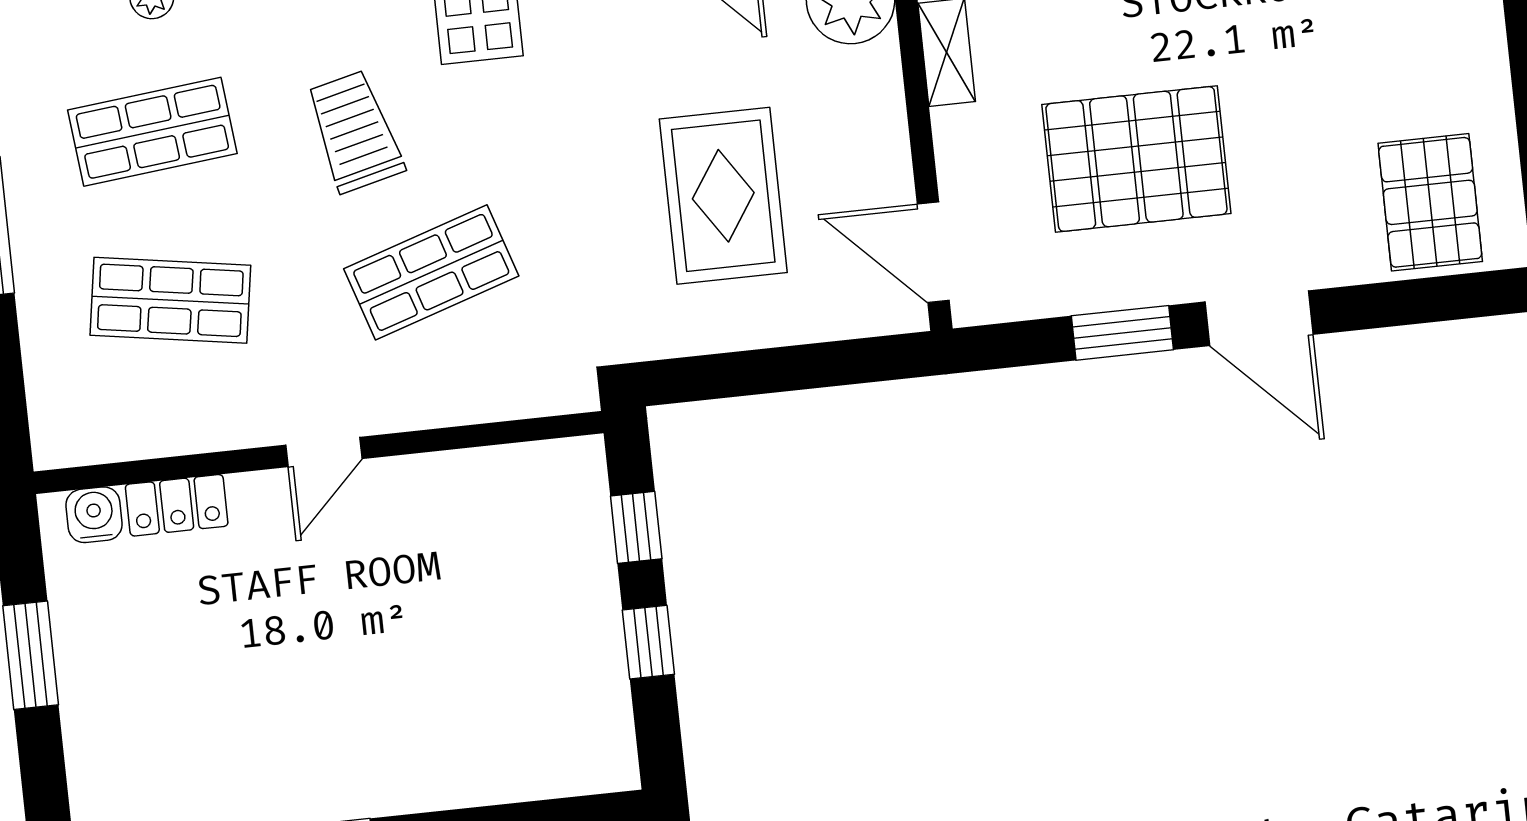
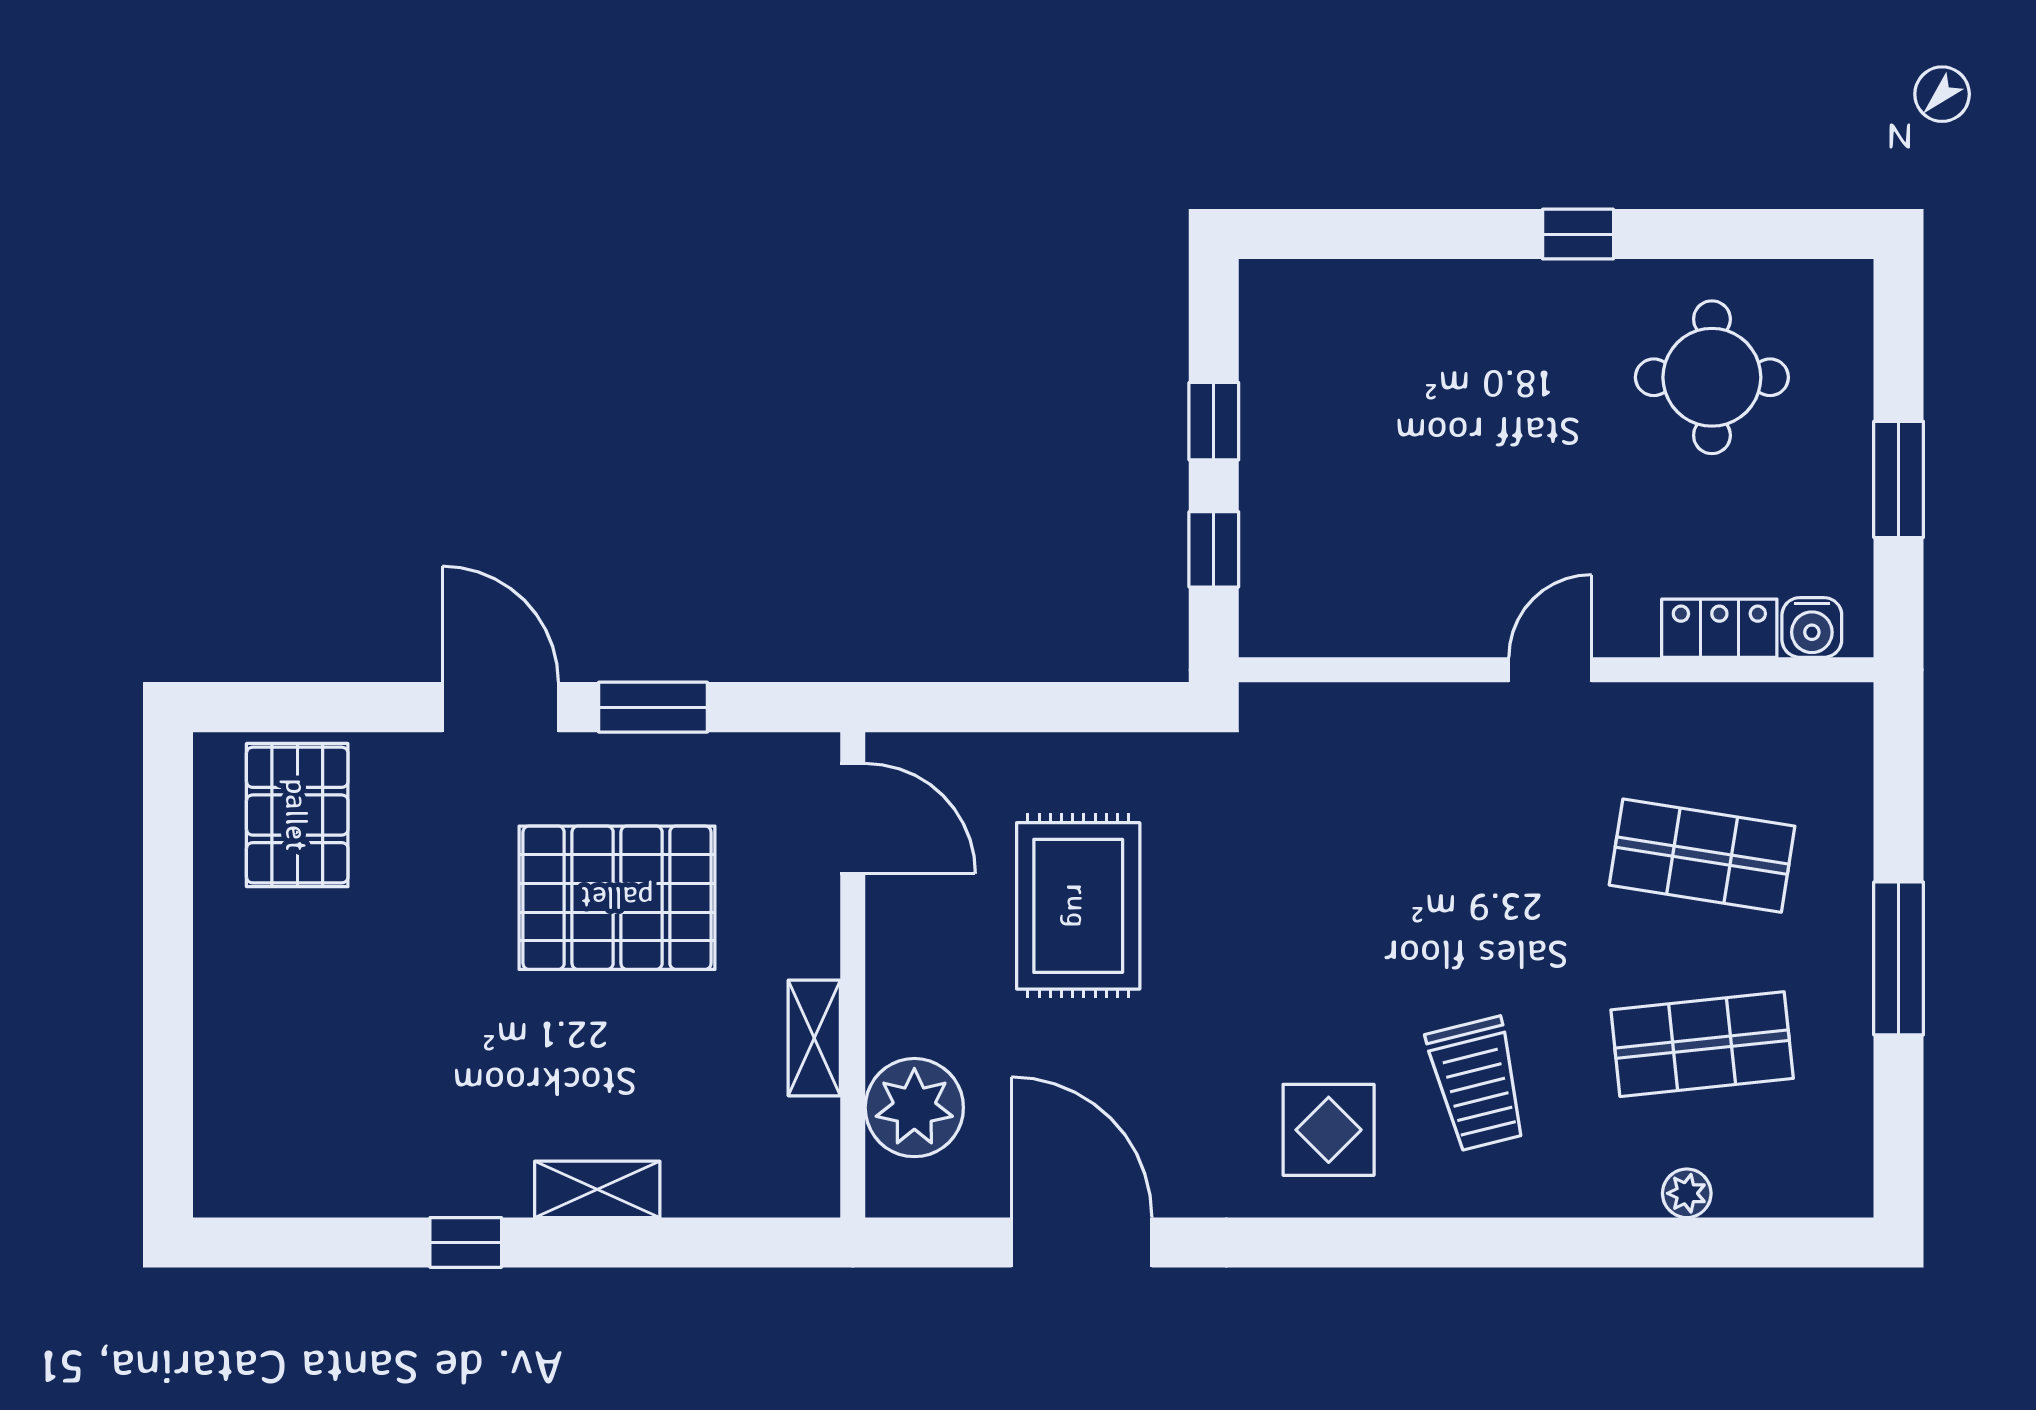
trolley: (355, 132) -> (1477, 1084), moved
shop shelf: (431, 272) -> (1410, 856), removed
round table: (207, 729) -> (1712, 377), added

